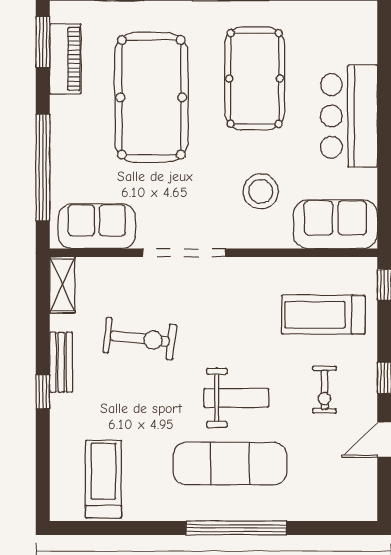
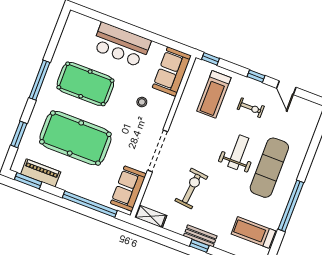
stool: (261, 191) -> (142, 102), width x0.53, depth x0.53
bench: (61, 362) -> (200, 236), moved
window: (237, 528) -> (291, 206), moved

